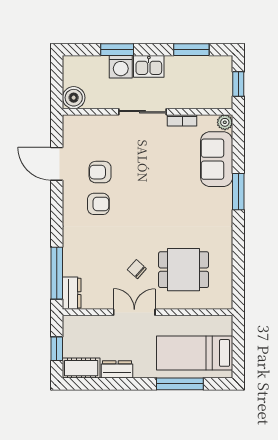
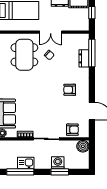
window: (191, 50) -> (20, 172), width x1.44
kitchen sink: (149, 66) -> (26, 163), moved
armchair: (100, 172) -> (72, 130), moved
dining table: (184, 270) -> (24, 55), width x1.38
dresser: (72, 293) -> (84, 58), moved

